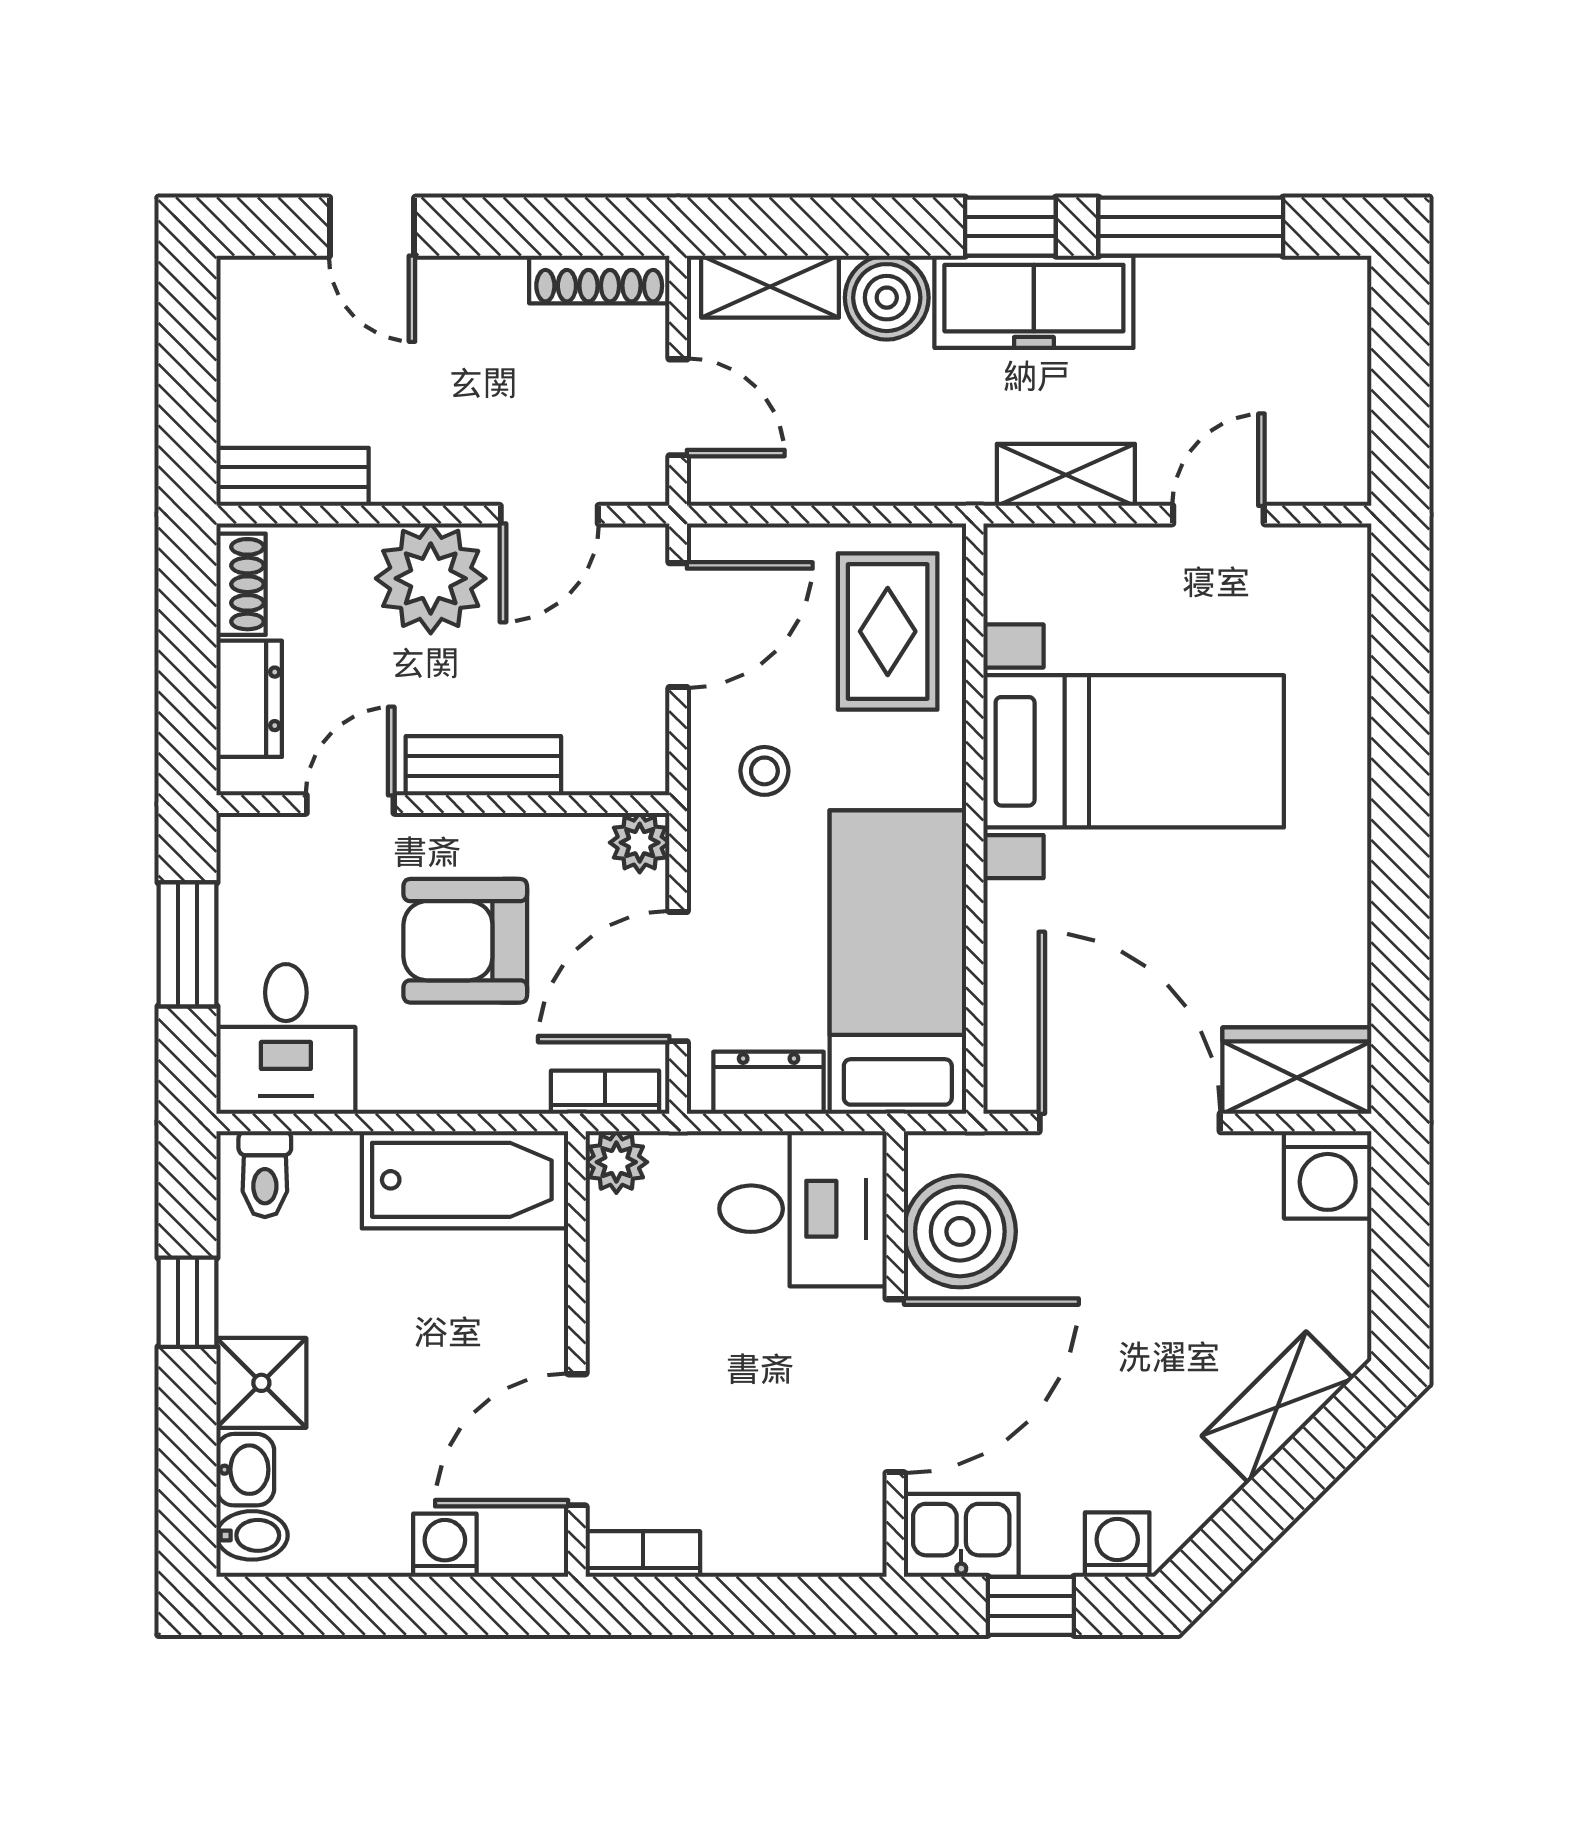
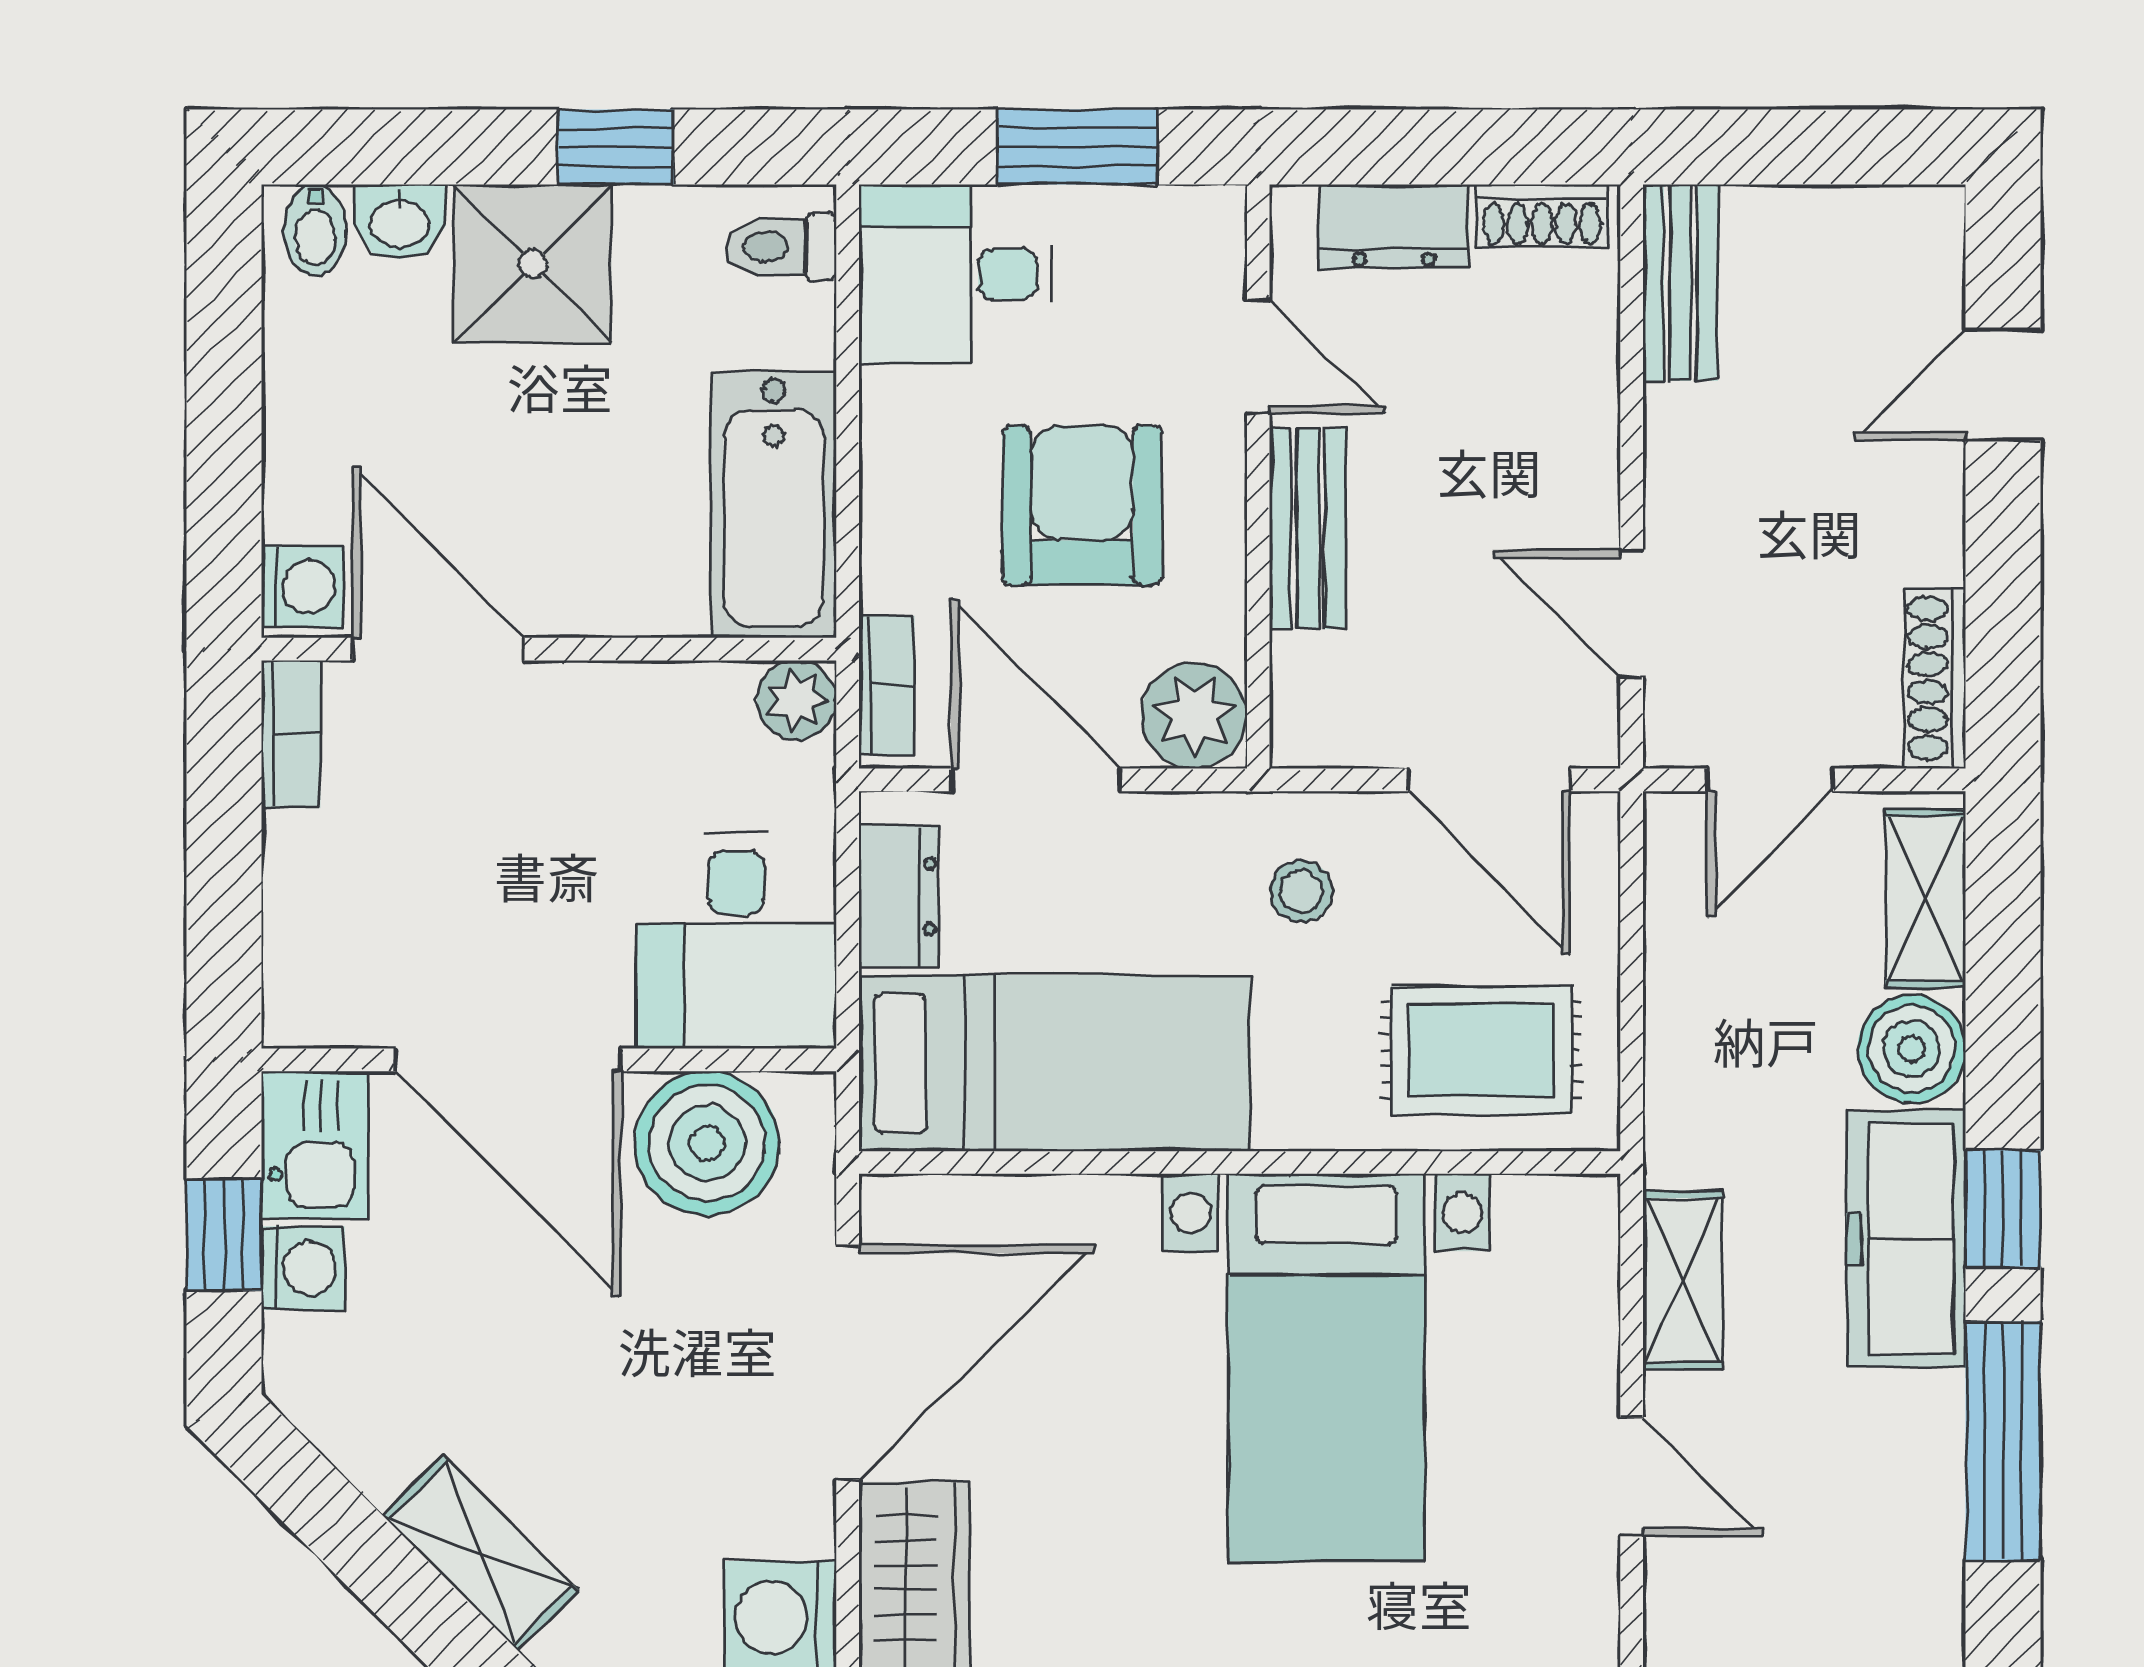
plant: (431, 578) -> (1549, 461), removed
plant: (640, 843) -> (1194, 716), width x1.38, depth x1.38
shower: (261, 1383) -> (533, 263), width x1.36, depth x1.36
washing machine: (445, 1545) -> (302, 587), moved
washing machine: (1117, 1545) -> (303, 1268), moved

